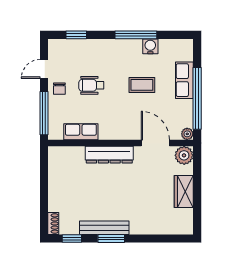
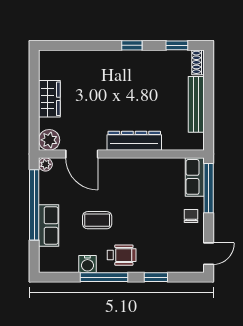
window: (76, 35) -> (156, 277), moved
door: (44, 69) -> (209, 254), moved
wheelchair: (91, 85) -> (122, 255), moved
row of seats: (81, 132) -> (195, 177), moved, turned 90
bench: (104, 228) -> (196, 104), moved, turned 90
window: (111, 239) -> (132, 45), width x0.67

